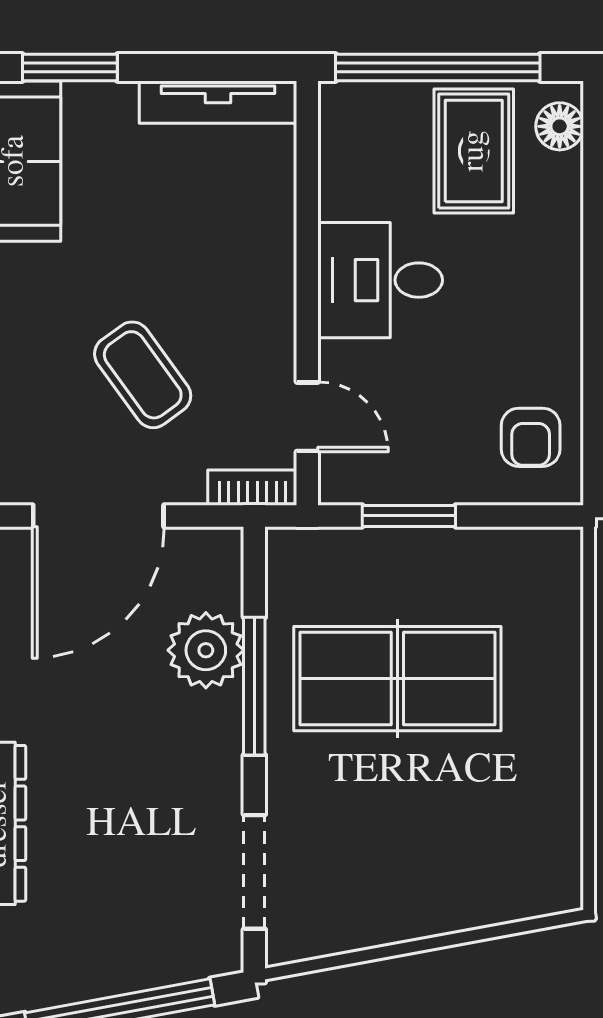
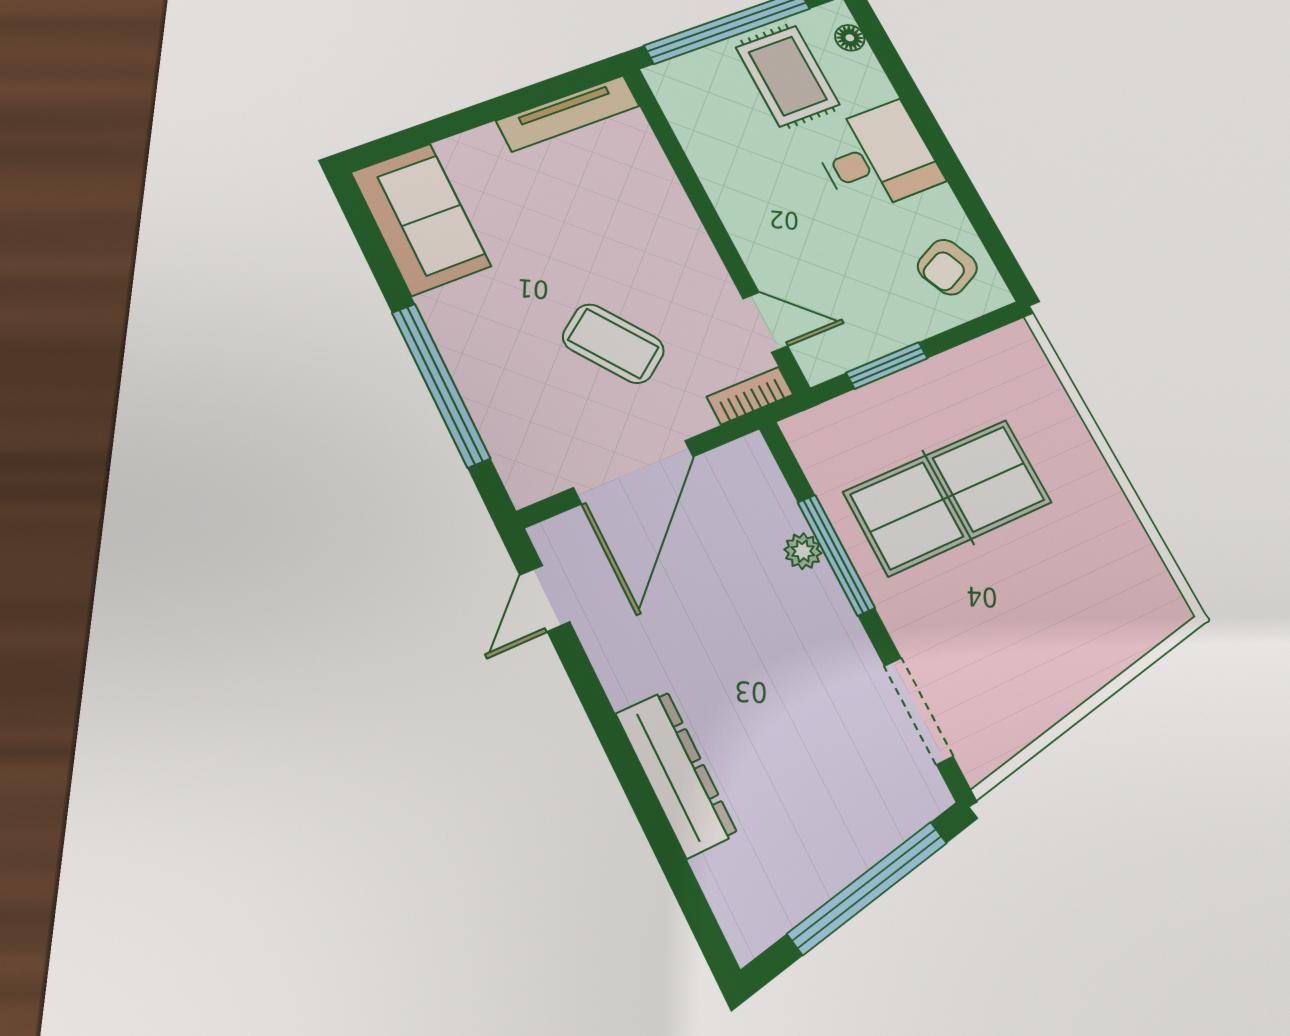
window: (70, 68) -> (433, 131), removed
floor lamp: (560, 126) -> (850, 38), width x0.73, depth x0.73
desk: (380, 280) -> (877, 158), moved, turned 180
armchair: (531, 437) -> (947, 267), turned 65
plant: (206, 650) -> (803, 551), width x0.53, depth x0.53

